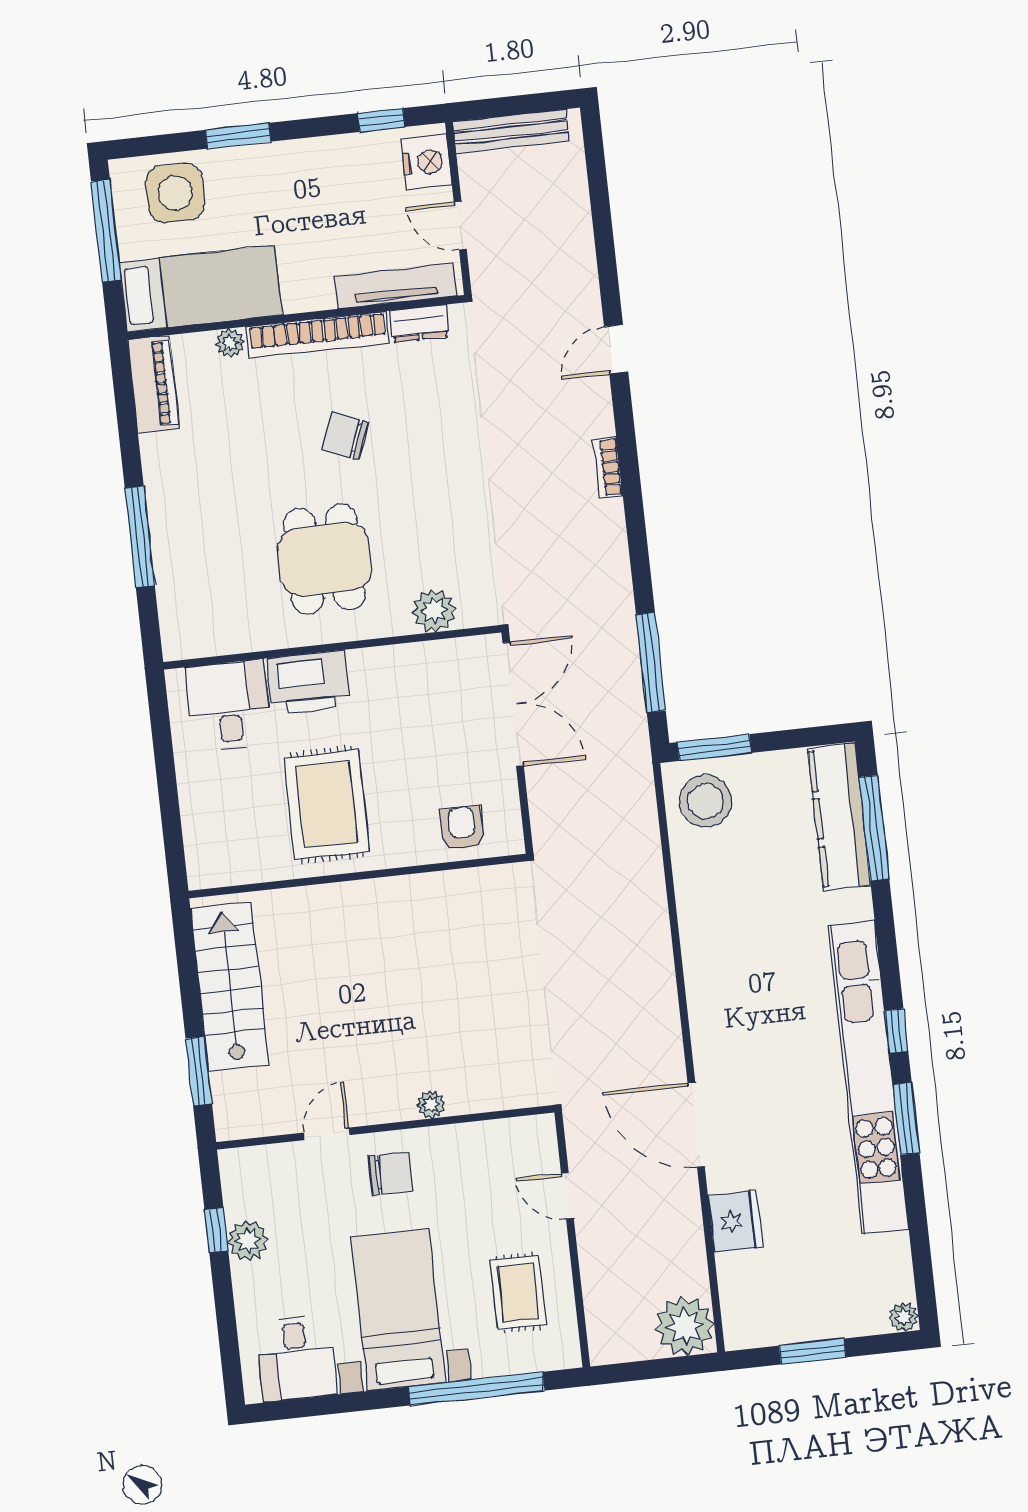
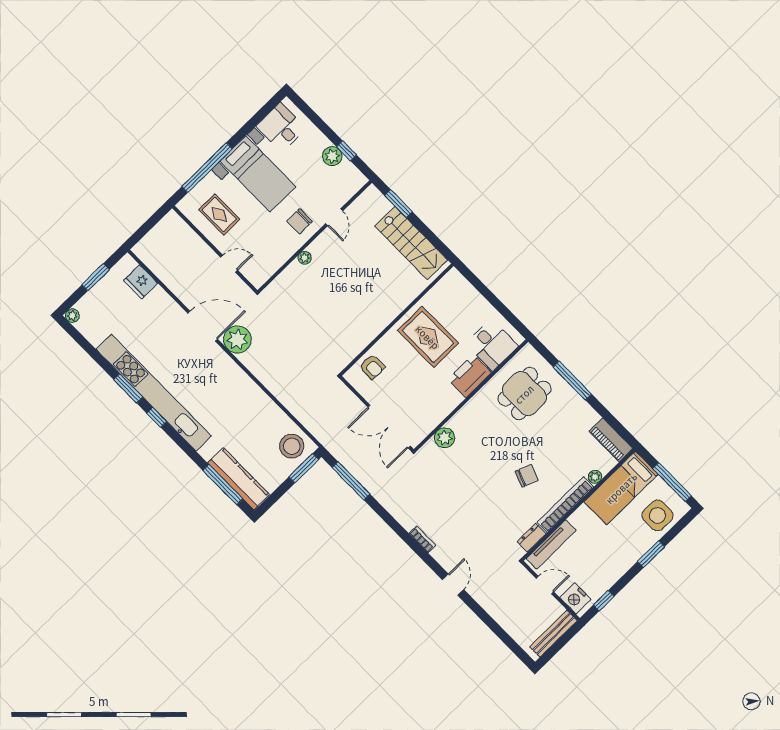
dining table: (324, 559) -> (524, 394), moved, turned 90
fridge: (735, 1222) -> (141, 282), moved
plant: (685, 1326) -> (237, 339), moved

